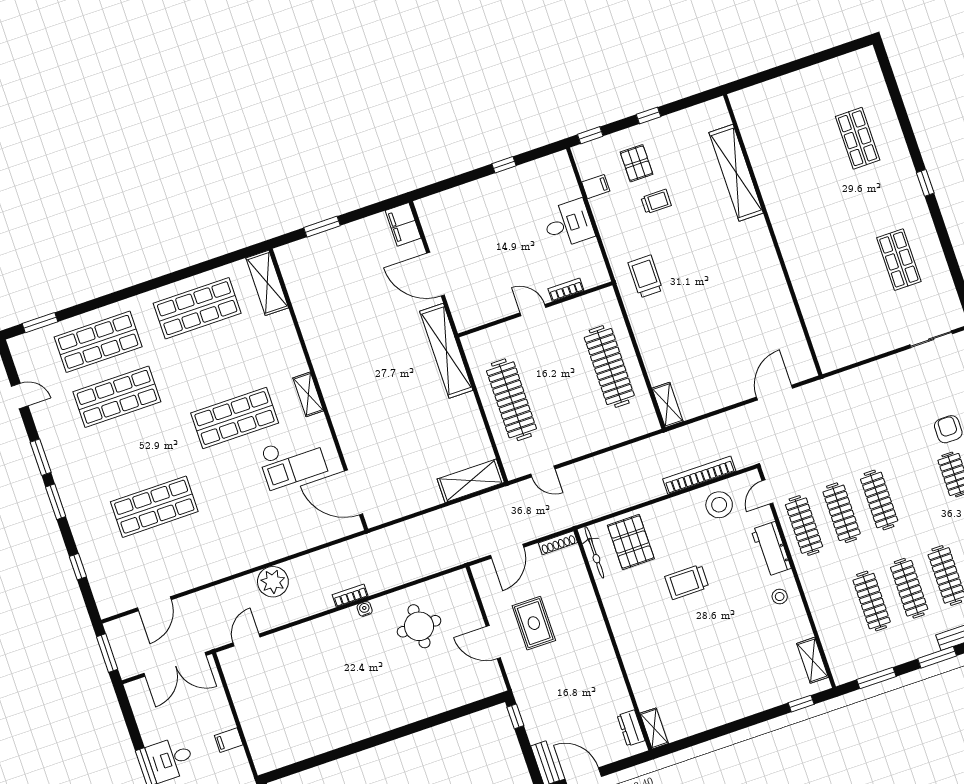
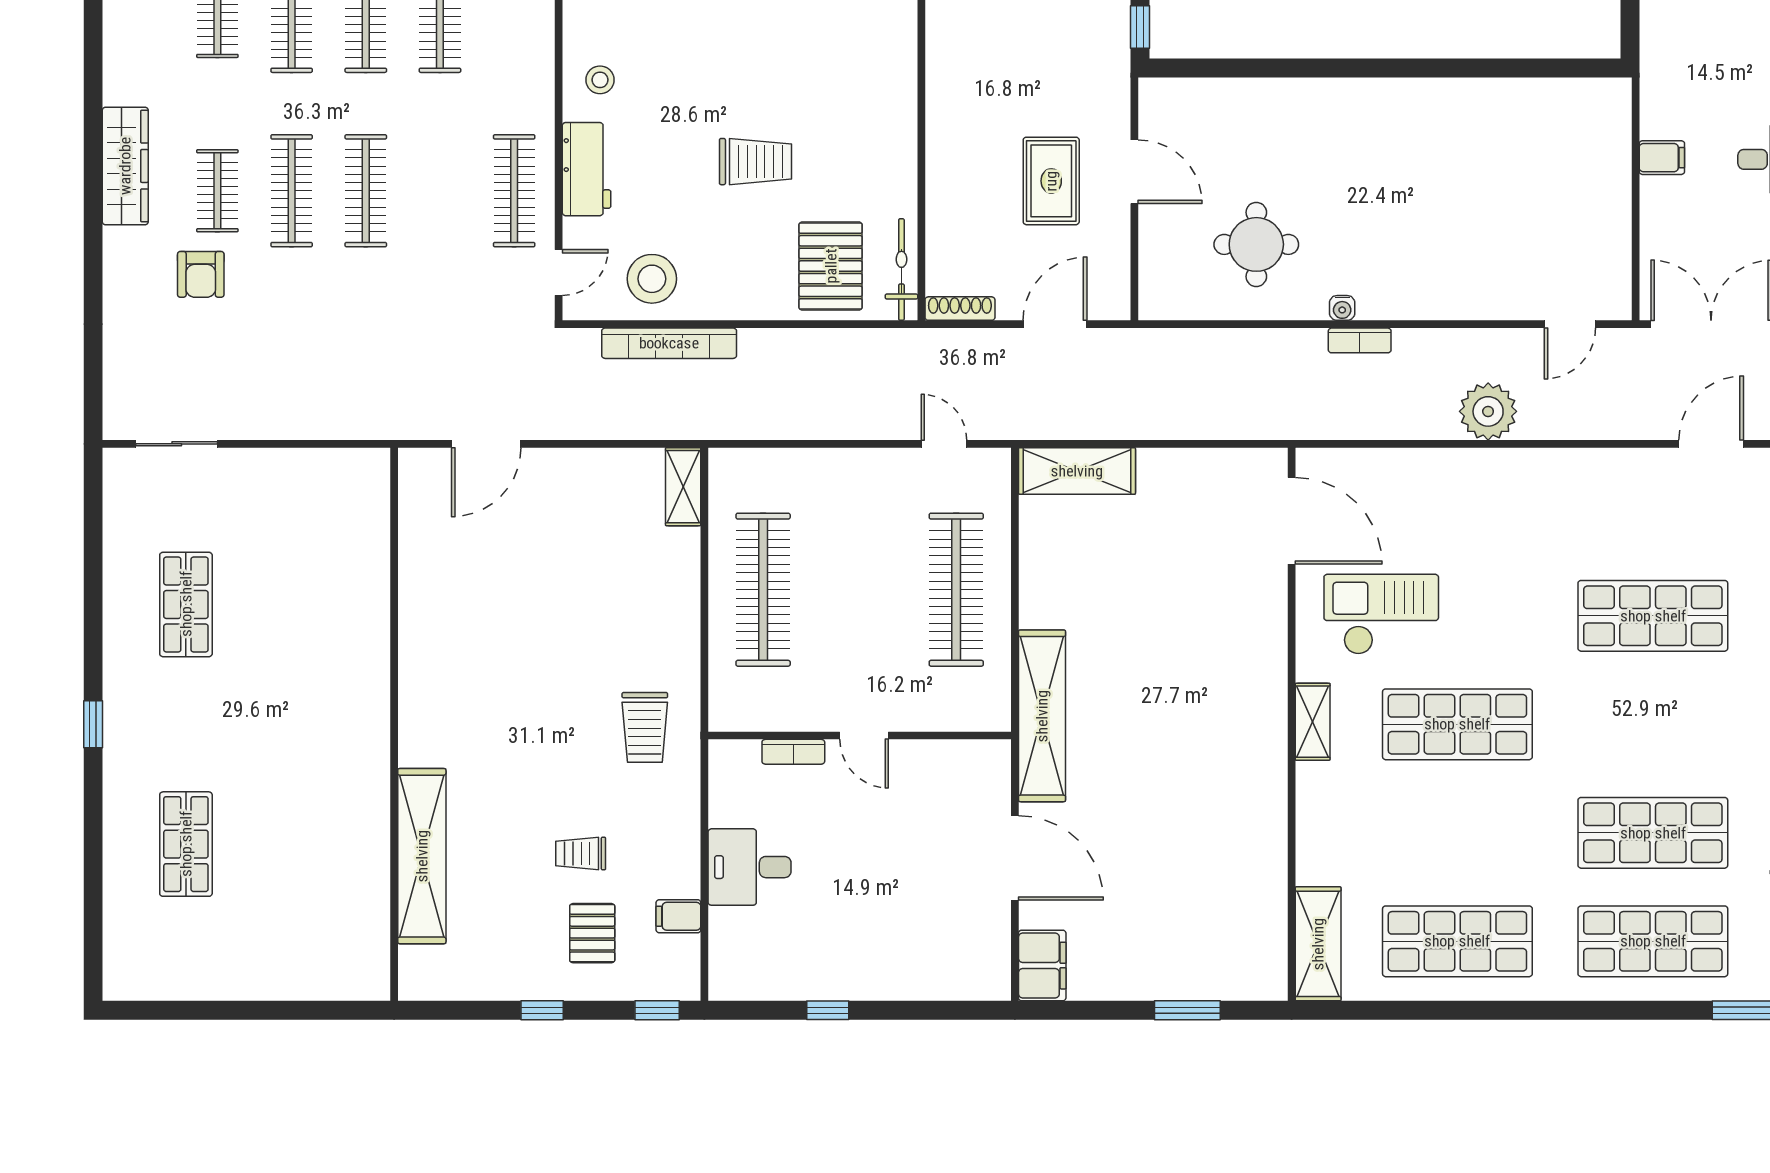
clothes rail: (842, 513) -> (292, 191), moved

